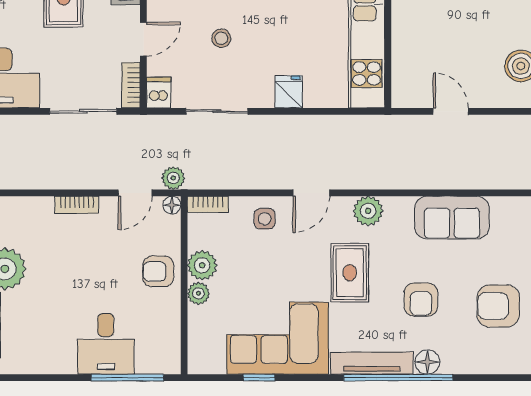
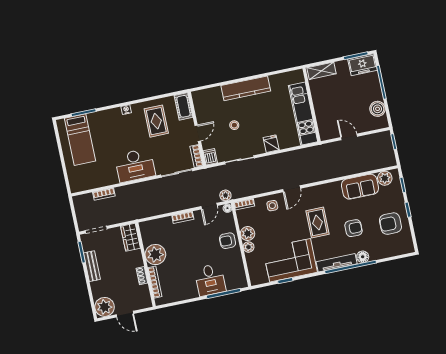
plant: (368, 211) -> (385, 178), moved
armchair: (421, 300) -> (353, 228), turned -90

